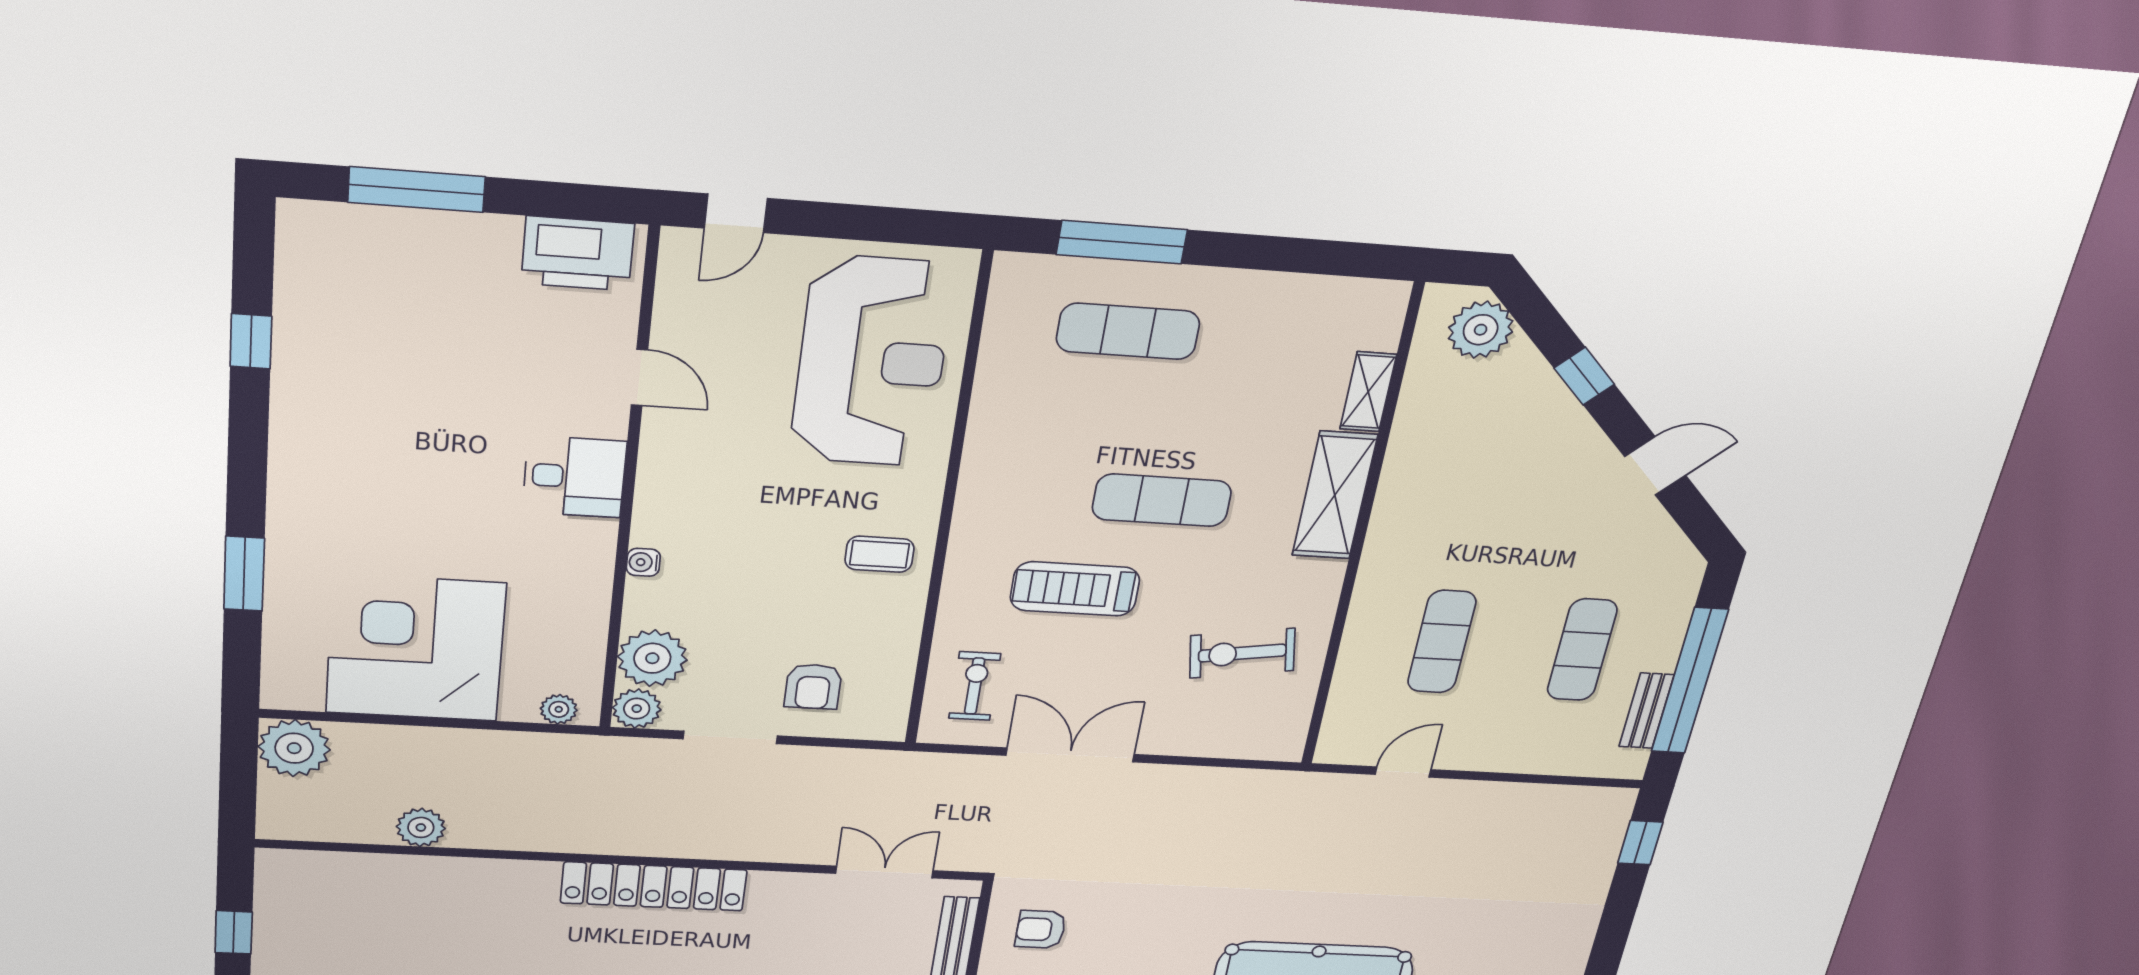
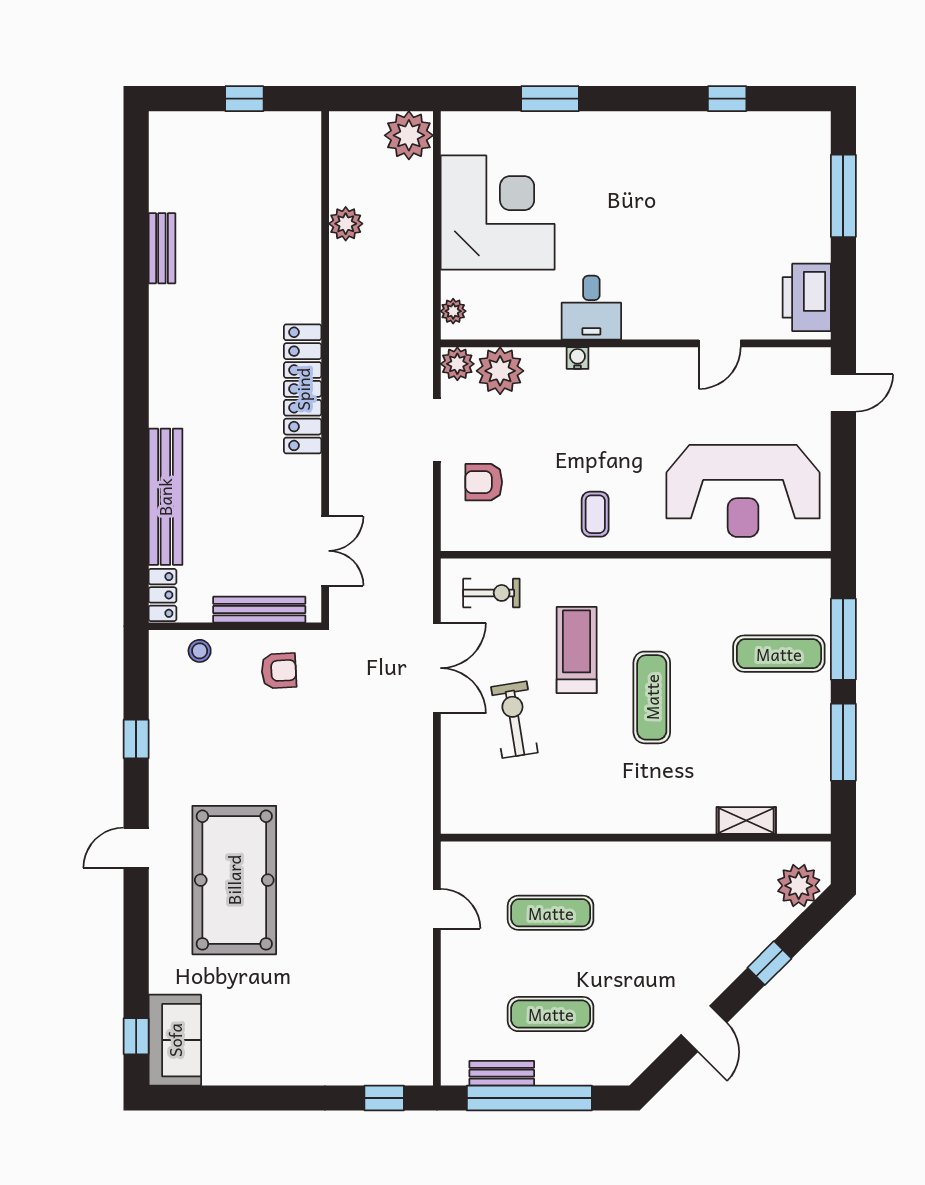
door: (736, 213) -> (843, 393), swing flipped
window: (1280, 254) -> (843, 742), added
exercise mat: (1128, 331) -> (779, 654), turned 90
desk: (574, 477) -> (591, 308), moved
shelving: (1335, 495) -> (664, 814), removed
exercise bike: (1242, 653) -> (514, 720), moved
armchair: (1041, 929) -> (279, 671), turned 87

